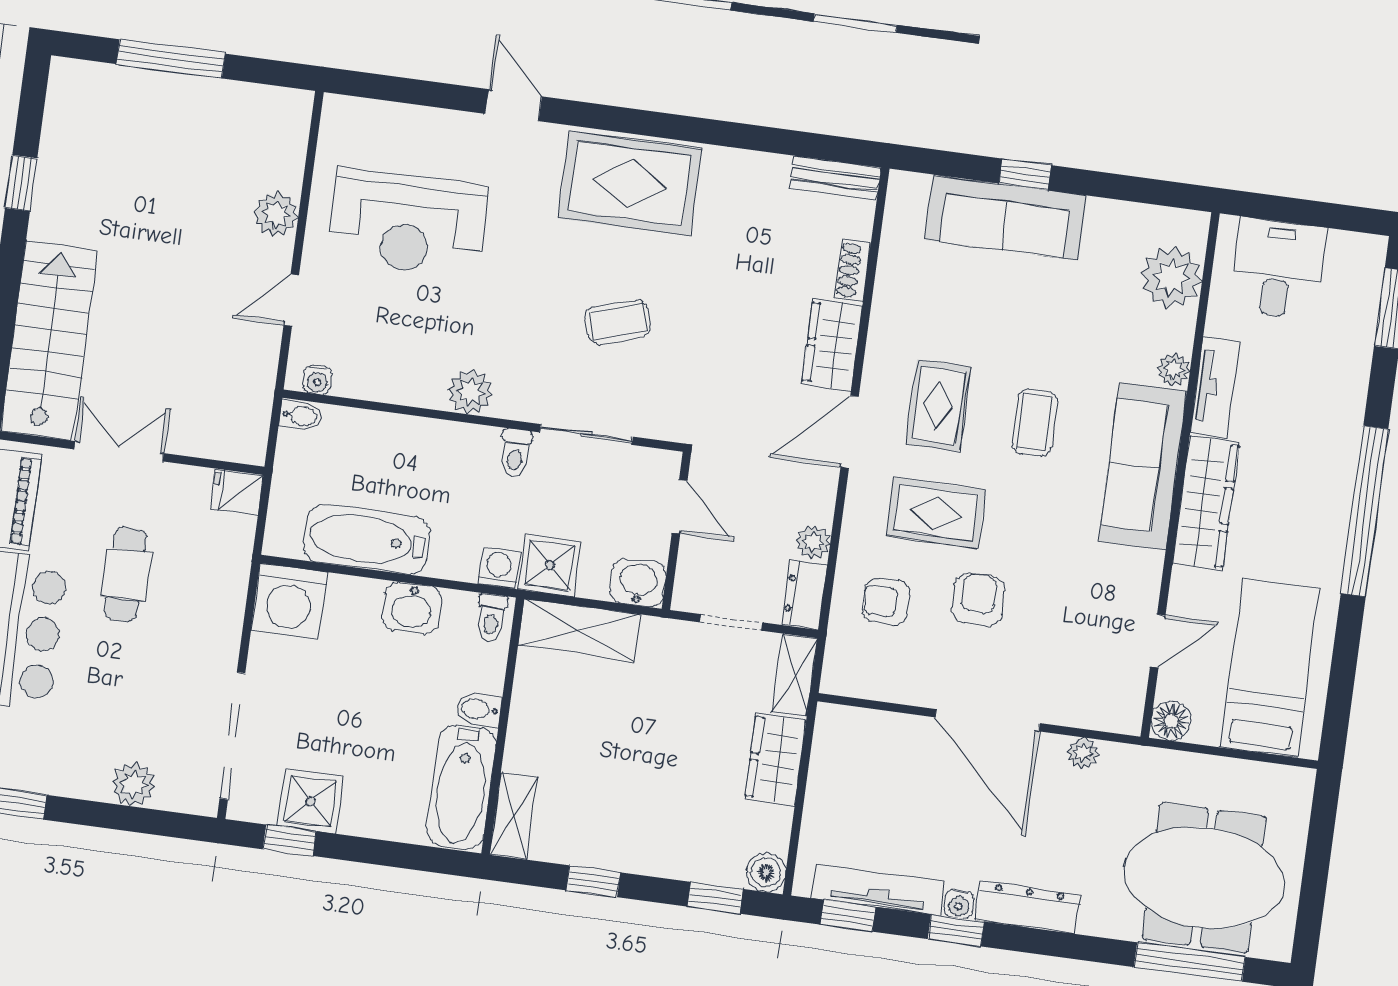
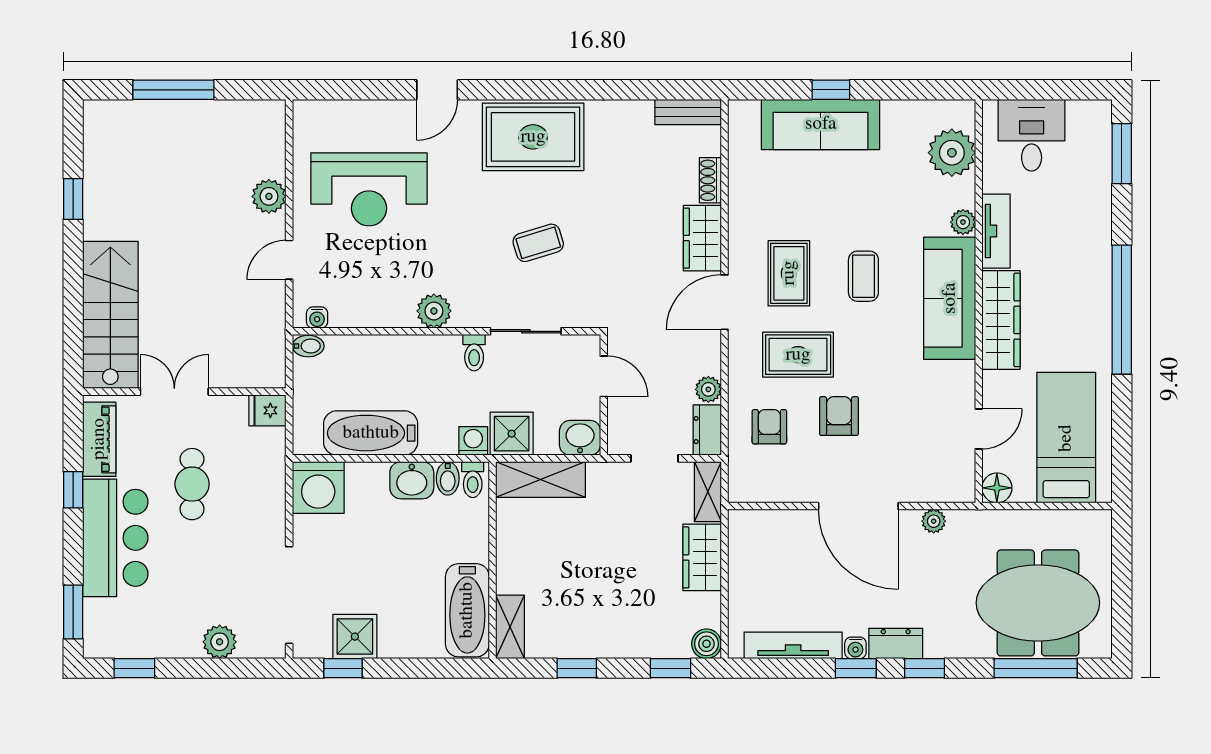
door: (513, 105) -> (437, 90), swing flipped
armchair: (886, 601) -> (769, 427), turned 90
bidet: (479, 709) -> (448, 478), moved, turned -90
dresser: (1027, 907) -> (896, 643), width x0.70
window: (848, 916) -> (924, 668), moved

